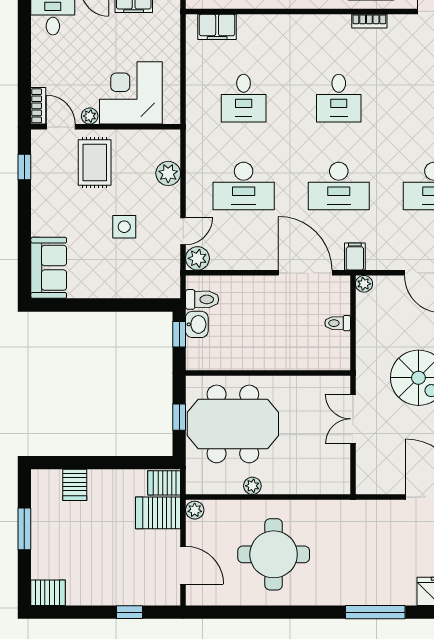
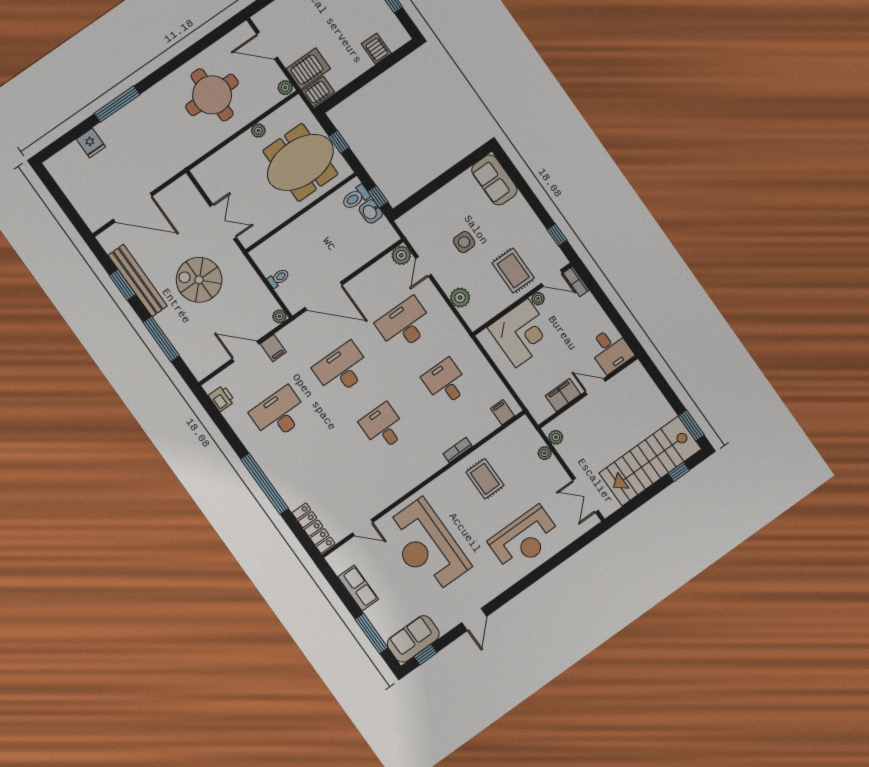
bookcase: (369, 21) -> (458, 450), moved
filing cabinet: (217, 27) -> (502, 412), width x0.50
filing cabinet: (355, 257) -> (273, 348), moved
toilet: (202, 299) -> (356, 197), moved

